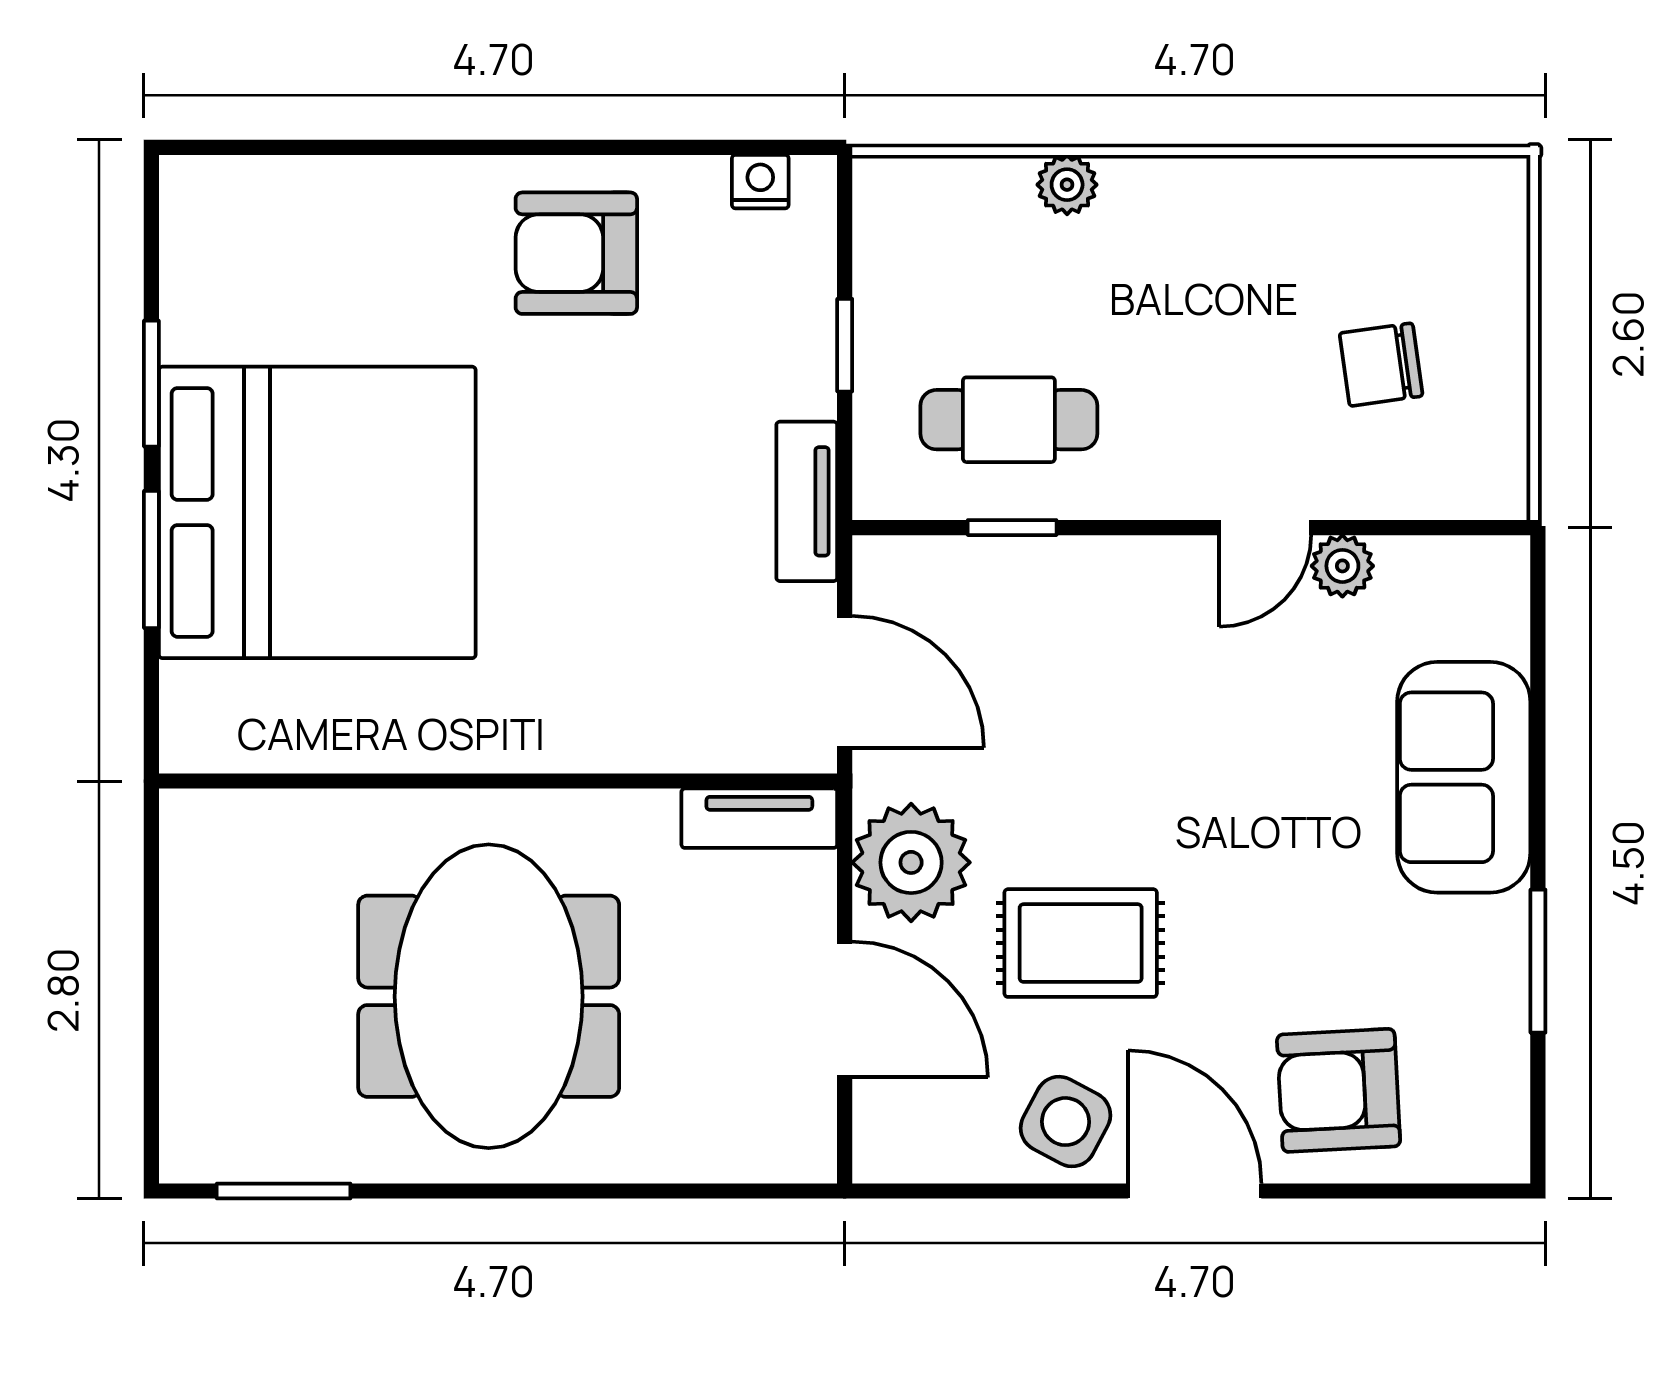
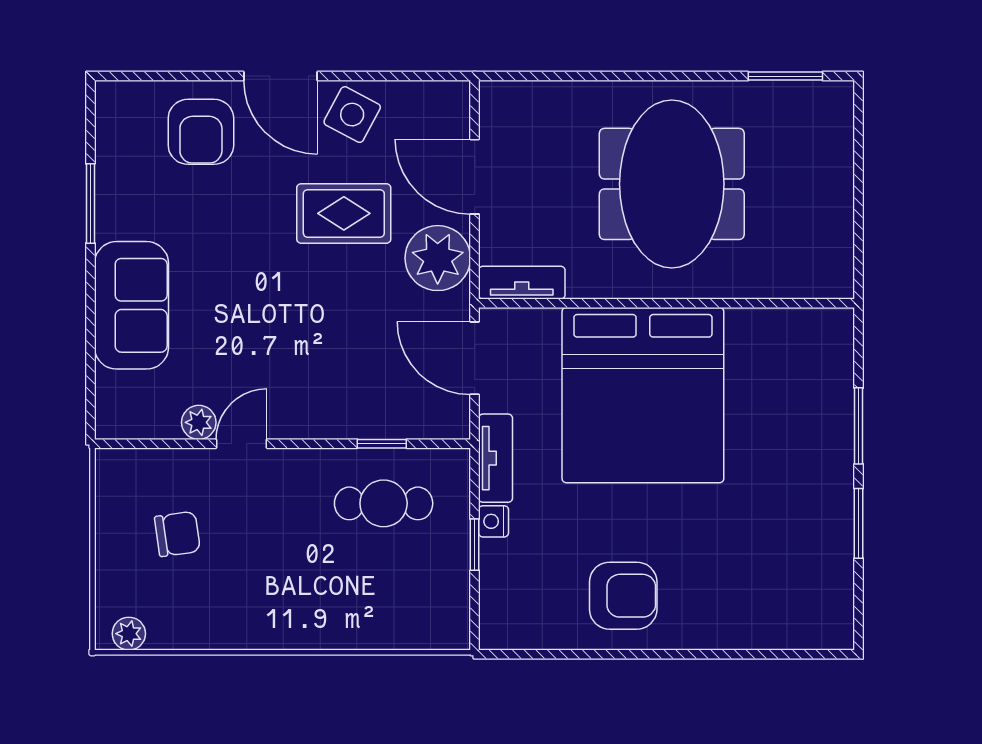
nightstand: (760, 182) -> (493, 521), moved, turned 90
plant: (1067, 185) -> (129, 634), moved
bed: (317, 512) -> (643, 395), moved, turned -90
armchair: (1339, 1090) -> (201, 132), turned 93

